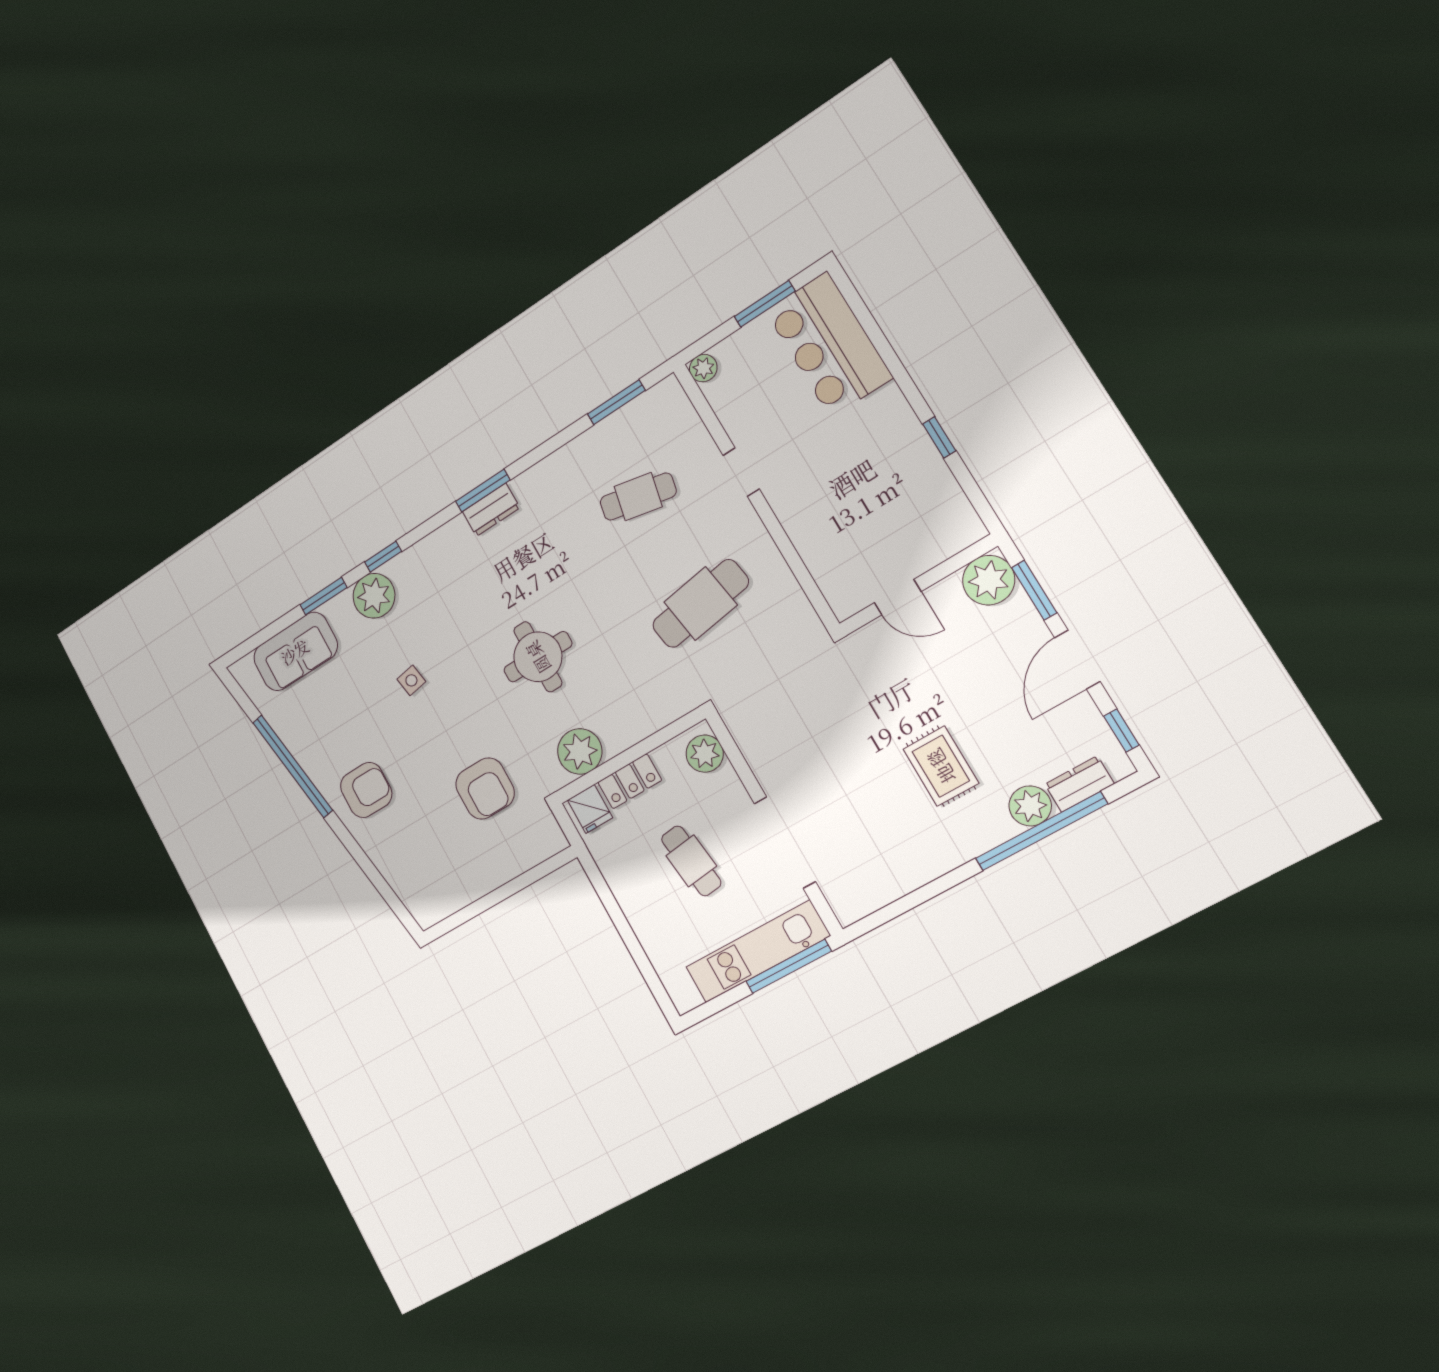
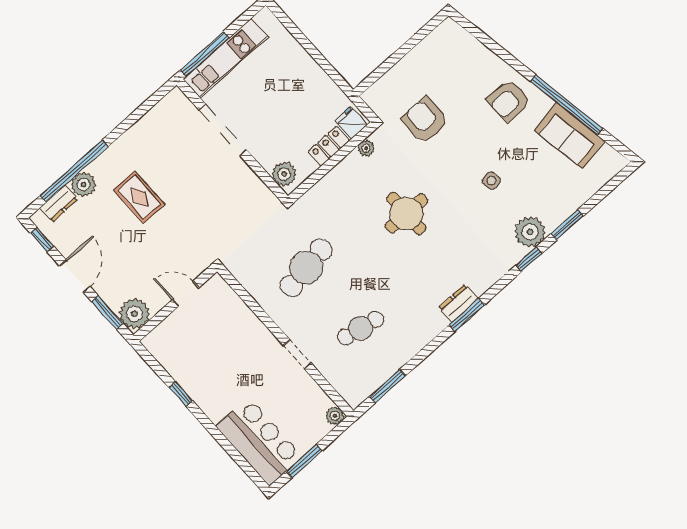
sofa: (295, 652) -> (570, 136), moved, turned -99
plant: (580, 751) -> (366, 148), width x0.53, depth x0.53
cafe table: (691, 861) -> (279, 105), removed

